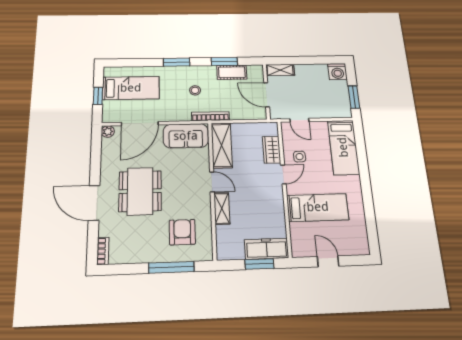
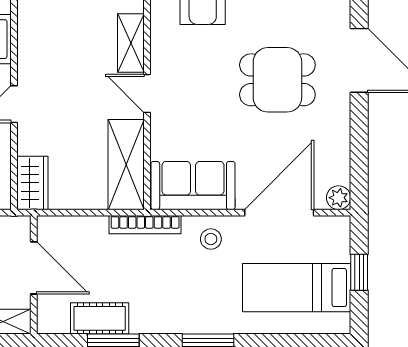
stool: (195, 90) -> (211, 239), moved
wardrobe: (272, 150) -> (32, 183), moved
dining table: (140, 191) -> (277, 80), width x0.73

